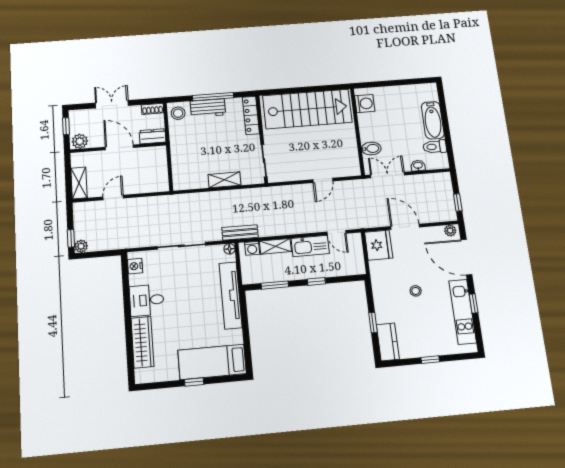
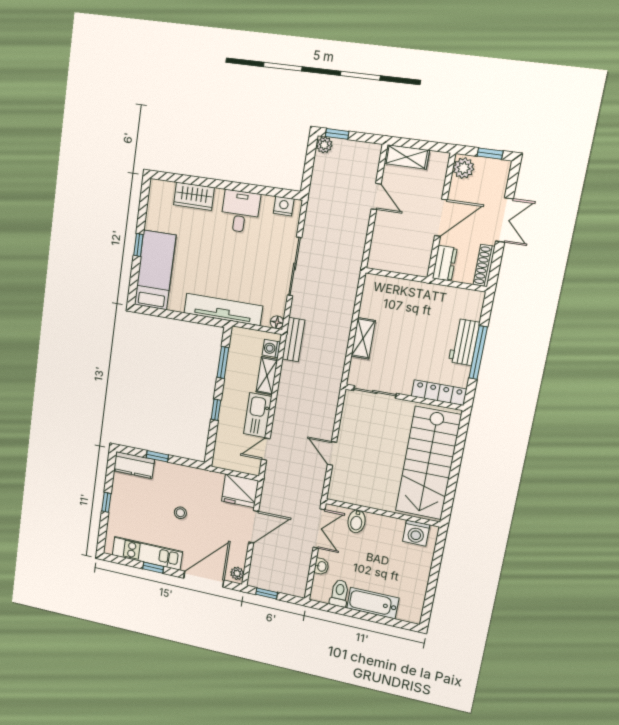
shoe rack: (153, 109) -> (484, 265), width x1.43
stool: (178, 113) -> (468, 303), removed
wardrobe: (142, 342) -> (194, 196), width x0.67

